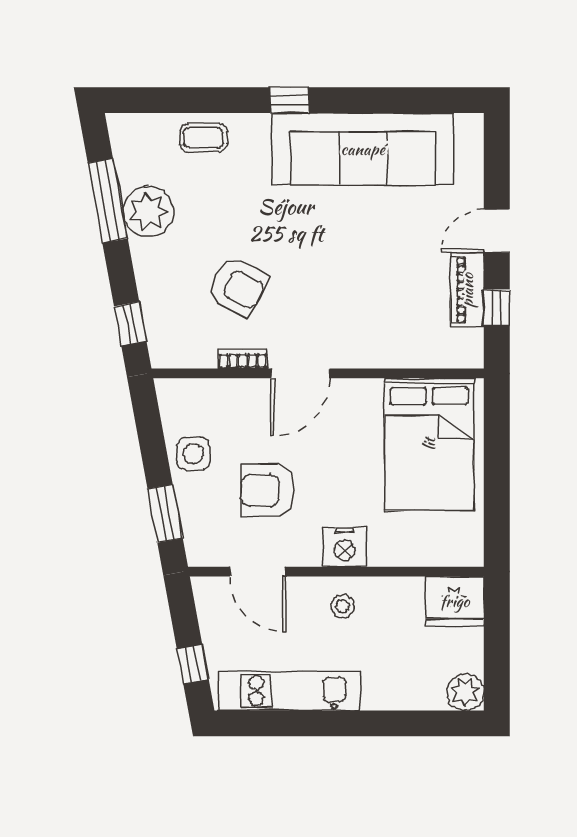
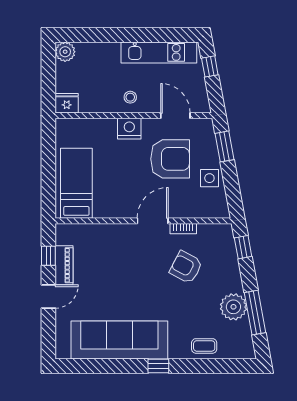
bed: (429, 444) -> (76, 183), width x0.67
armchair: (268, 490) -> (170, 159), width x1.36, depth x1.36
fridge: (455, 601) -> (67, 103), width x0.73, depth x0.75

